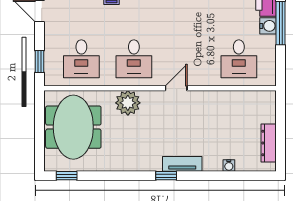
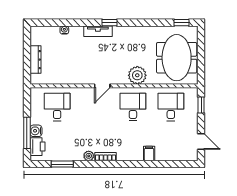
dresser: (269, 143) -> (35, 60), moved

